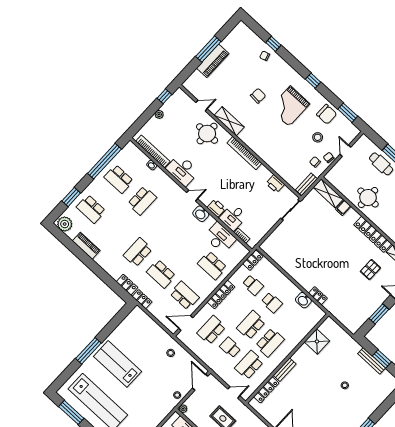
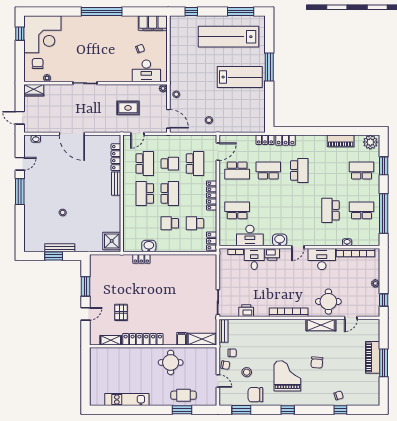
shower: (317, 341) -> (112, 241), moved

